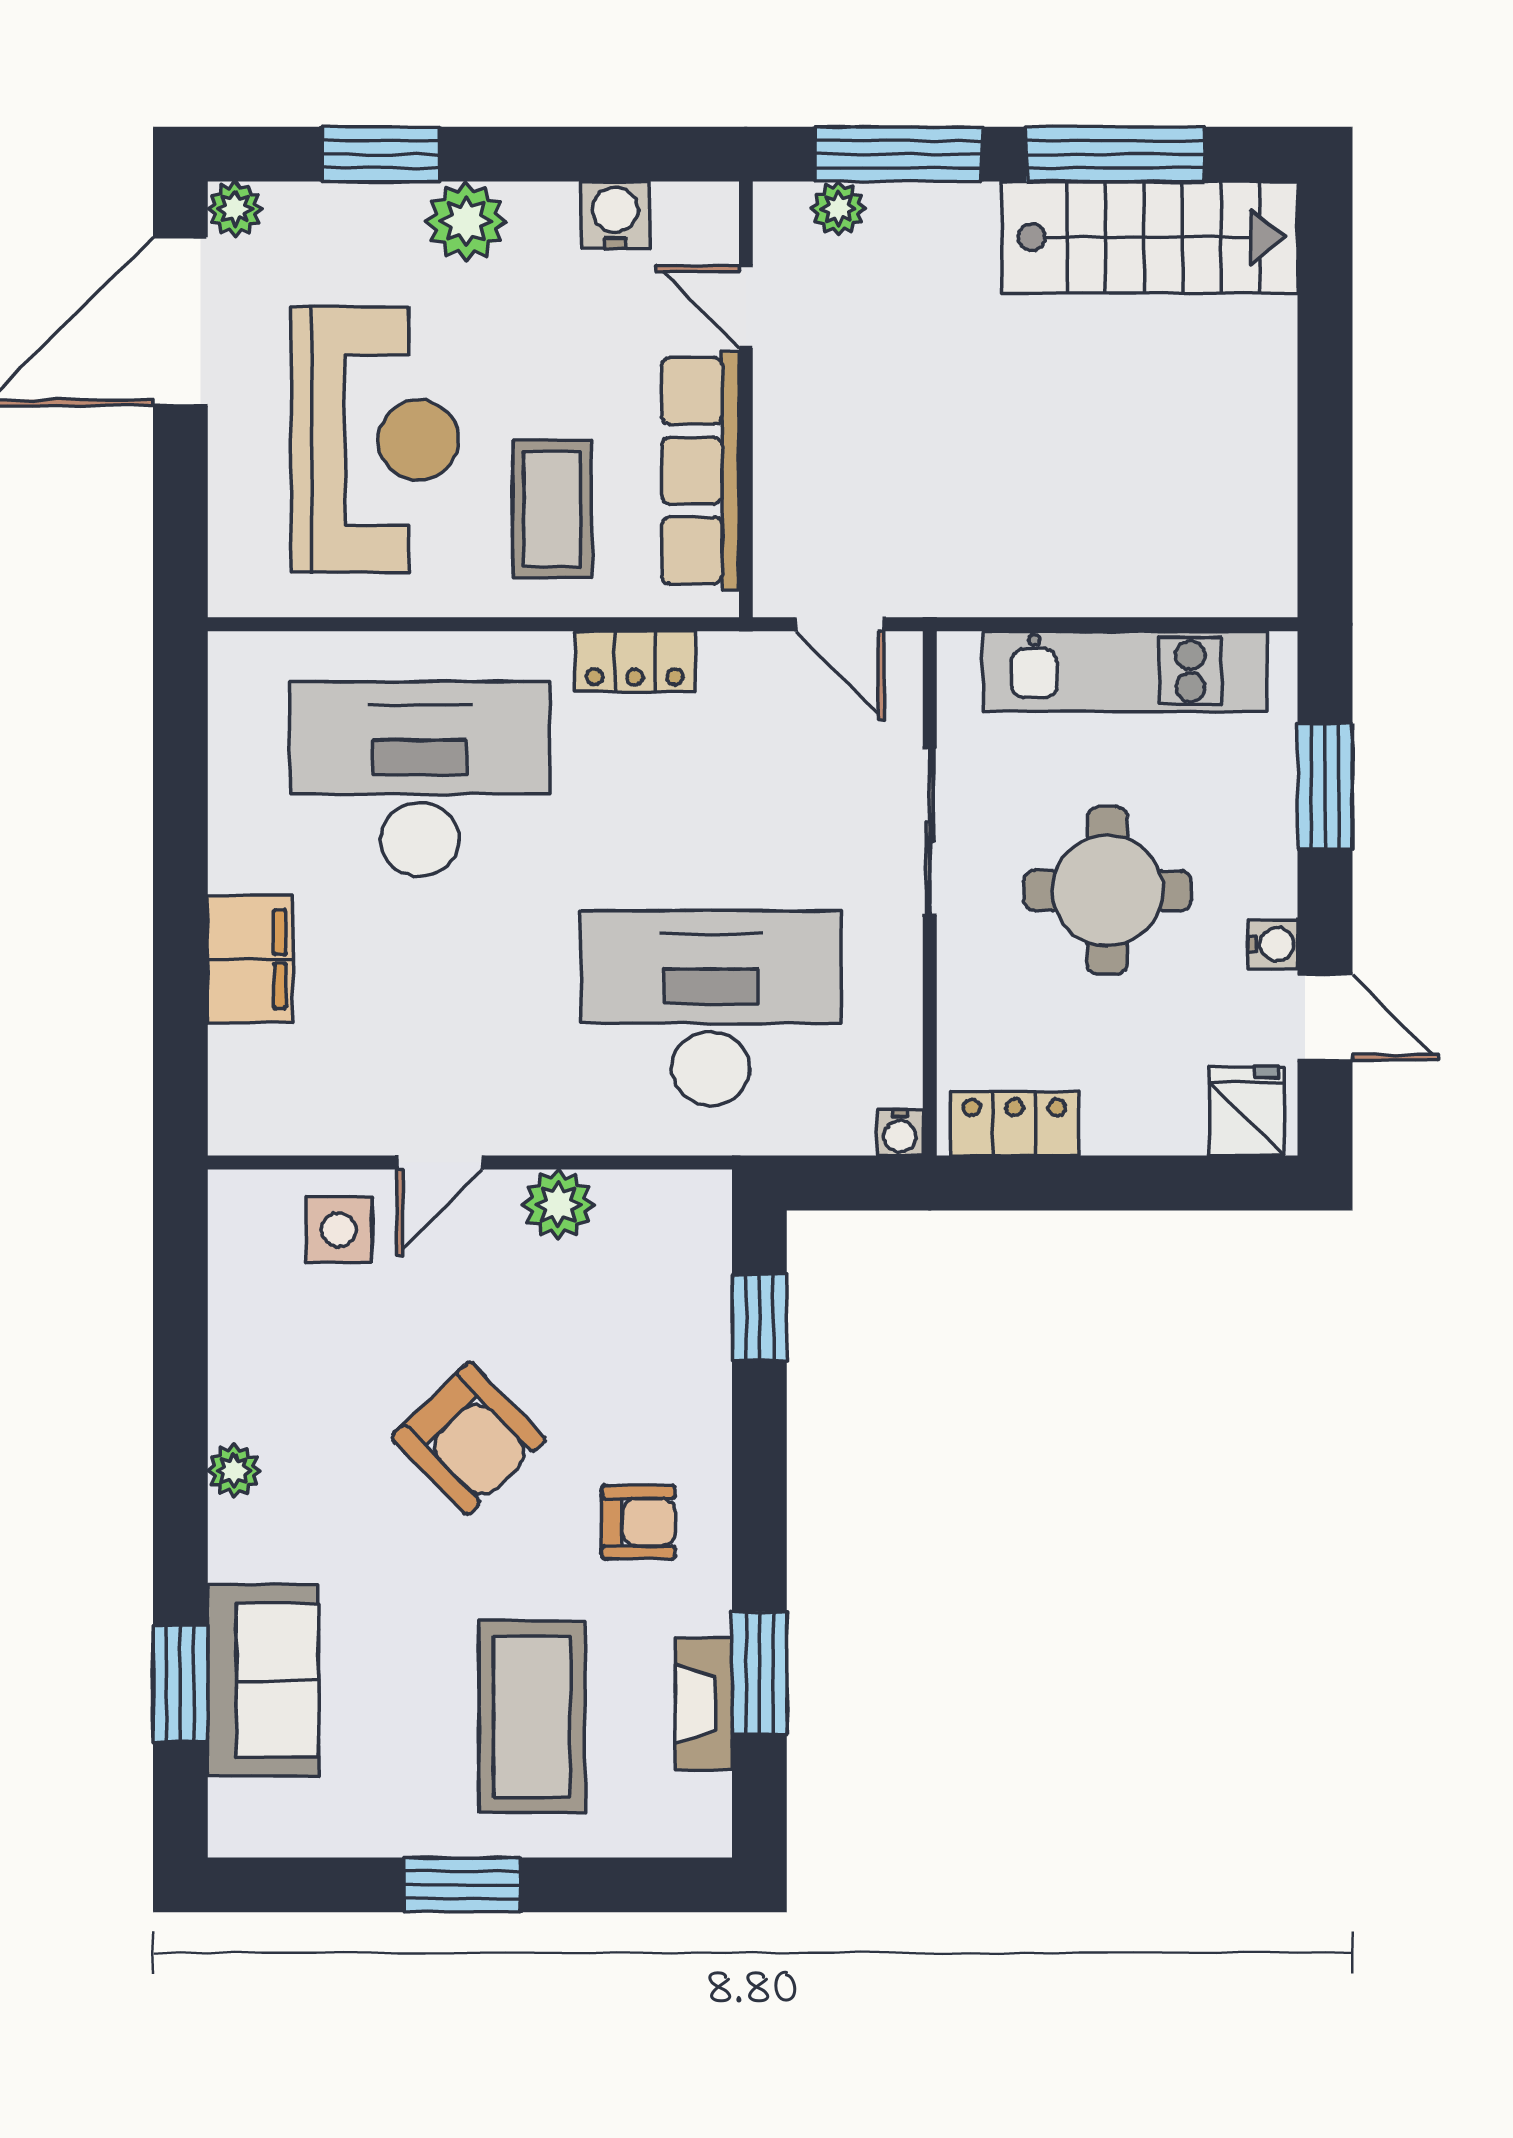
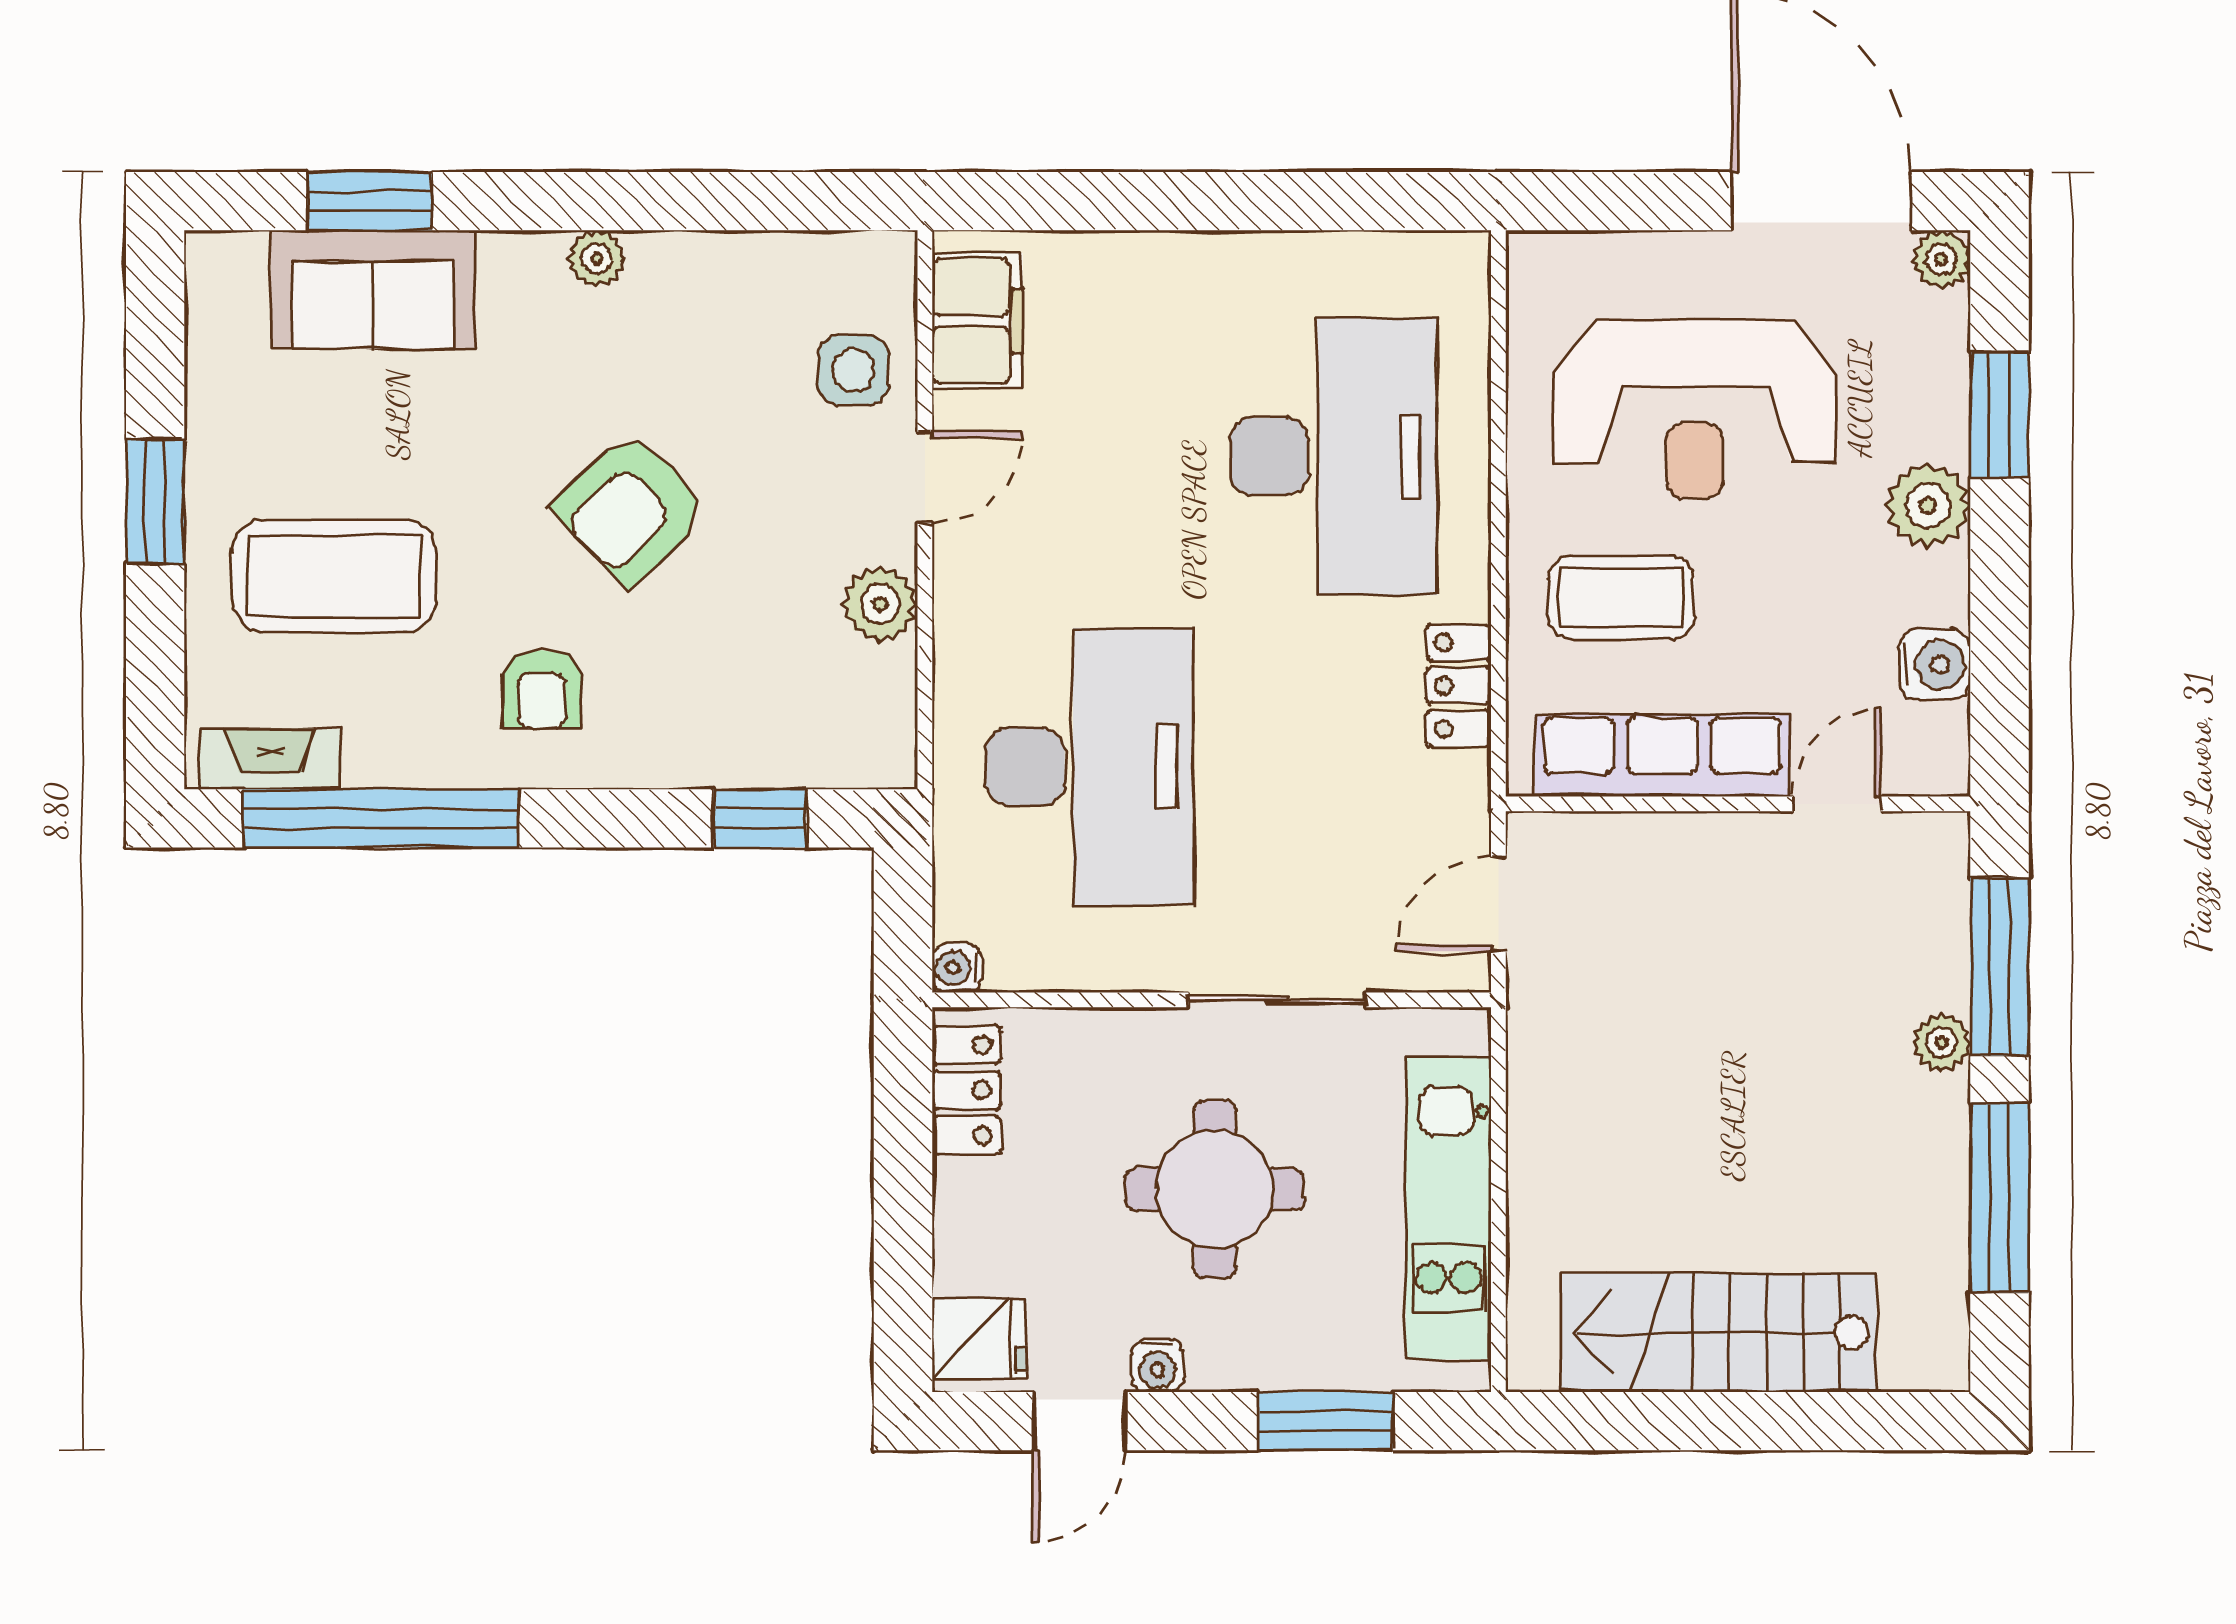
plant: (838, 208) -> (1942, 1042), moved
stairs: (1150, 237) -> (1719, 1333), moved, turned 90
filing cabinet: (250, 959) -> (977, 321), moved, turned -90
door: (439, 1163) -> (925, 477), swing flipped
window: (759, 1673) -> (381, 818), width x2.11
fireplace: (704, 1703) -> (270, 759), moved

